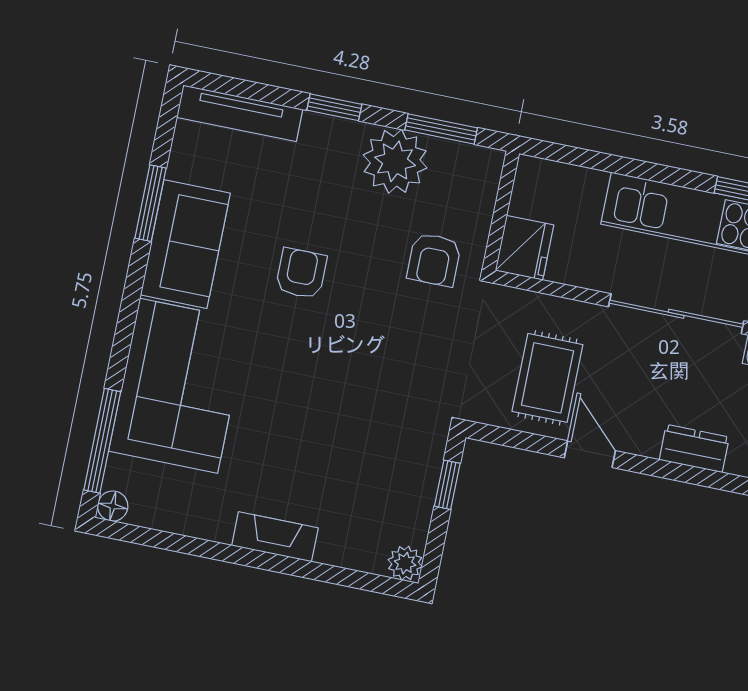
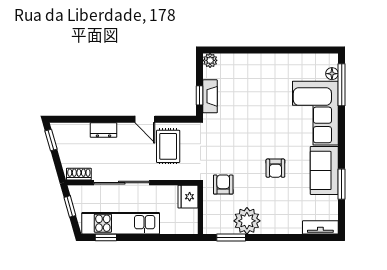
window: (334, 107) -> (276, 238), removed
tv unit: (240, 113) -> (320, 227), width x0.71
floor lamp: (113, 506) -> (332, 74), moved
fireplace: (275, 537) -> (210, 96), moved, turned -90

